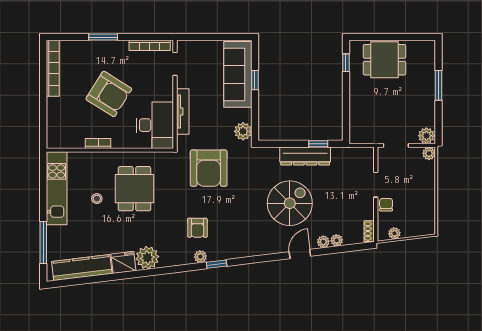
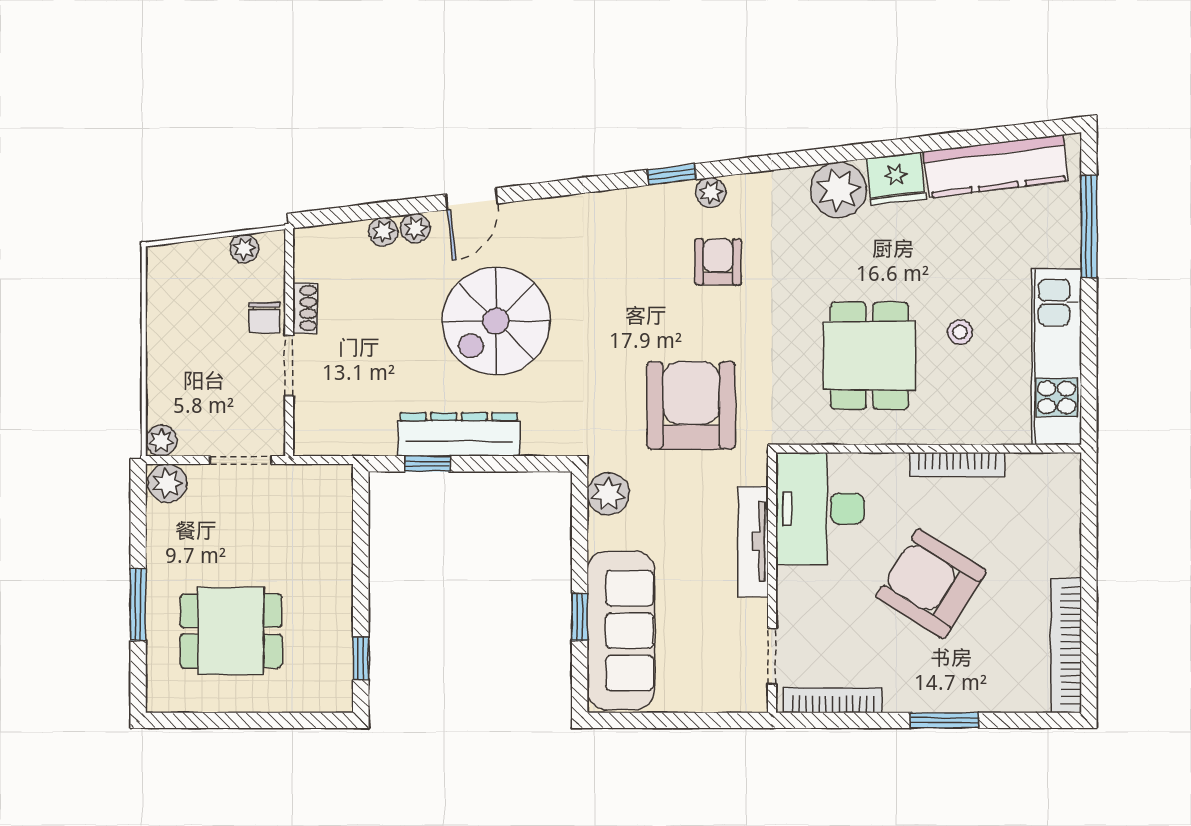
dining table: (384, 60) -> (231, 631), moved
bookcase: (98, 143) -> (957, 465), width x1.56
shoe rack: (369, 231) -> (305, 308), moved

